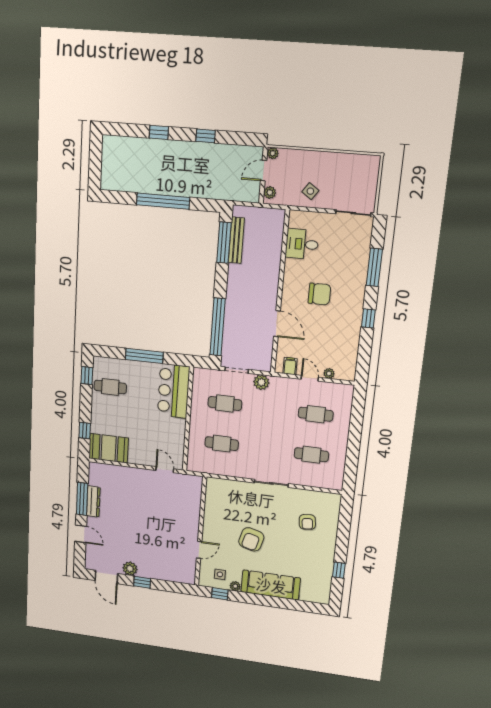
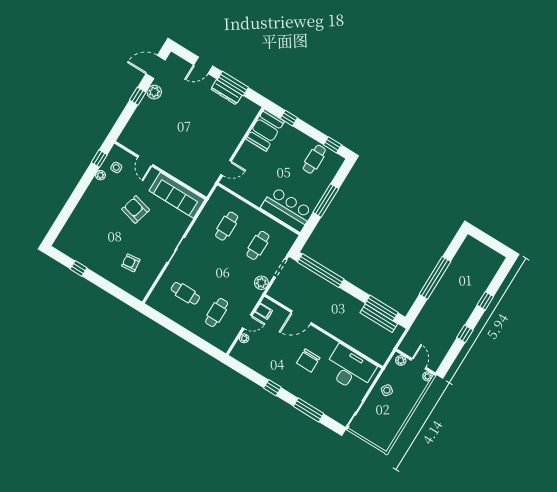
desk: (302, 244) -> (350, 369), width x1.87, depth x1.30
cafe table: (311, 455) -> (185, 293), turned 90
sofa: (271, 585) -> (177, 195), moved, turned 90

